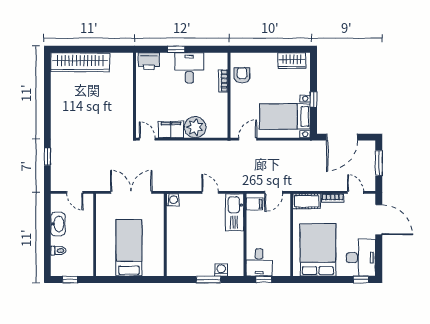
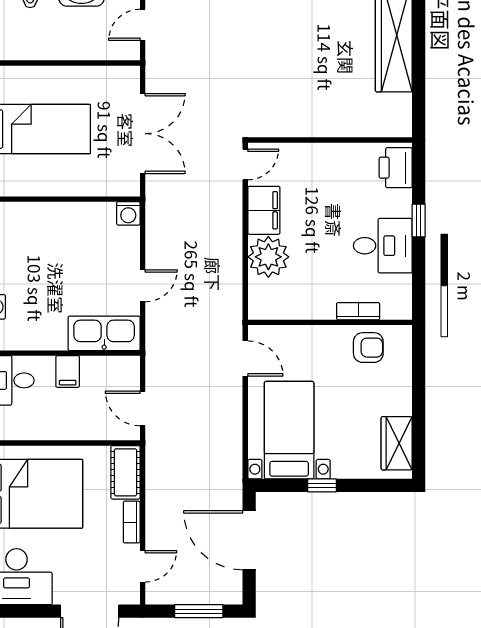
filing cabinet: (255, 204) -> (68, 372), moved

